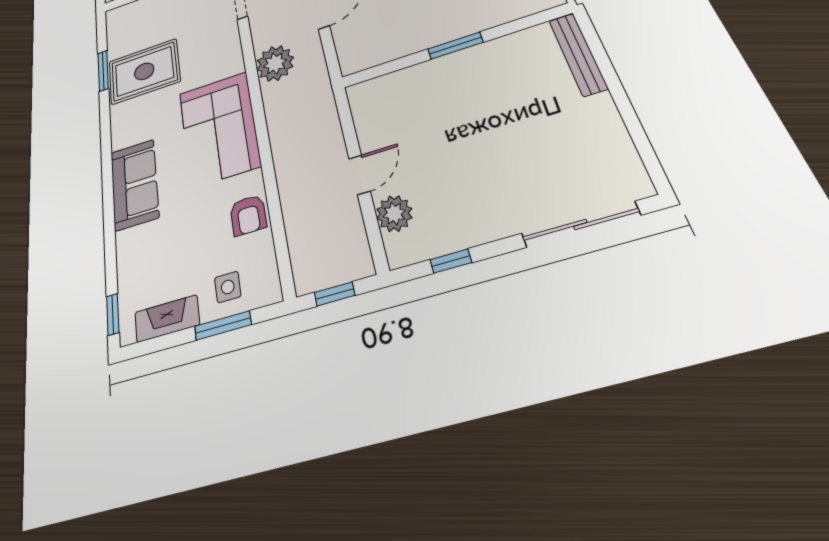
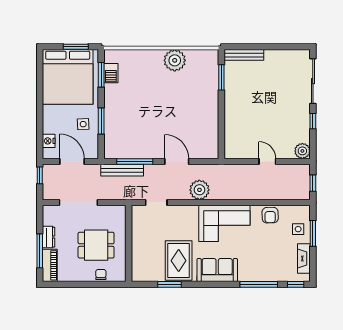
window: (455, 46) -> (221, 77), moved
sofa: (134, 184) -> (217, 270), moved
plant: (394, 214) -> (302, 151), moved
armchair: (248, 215) -> (270, 215), turned 89
window: (109, 233) -> (259, 284), added
window: (451, 261) -> (313, 121), moved

